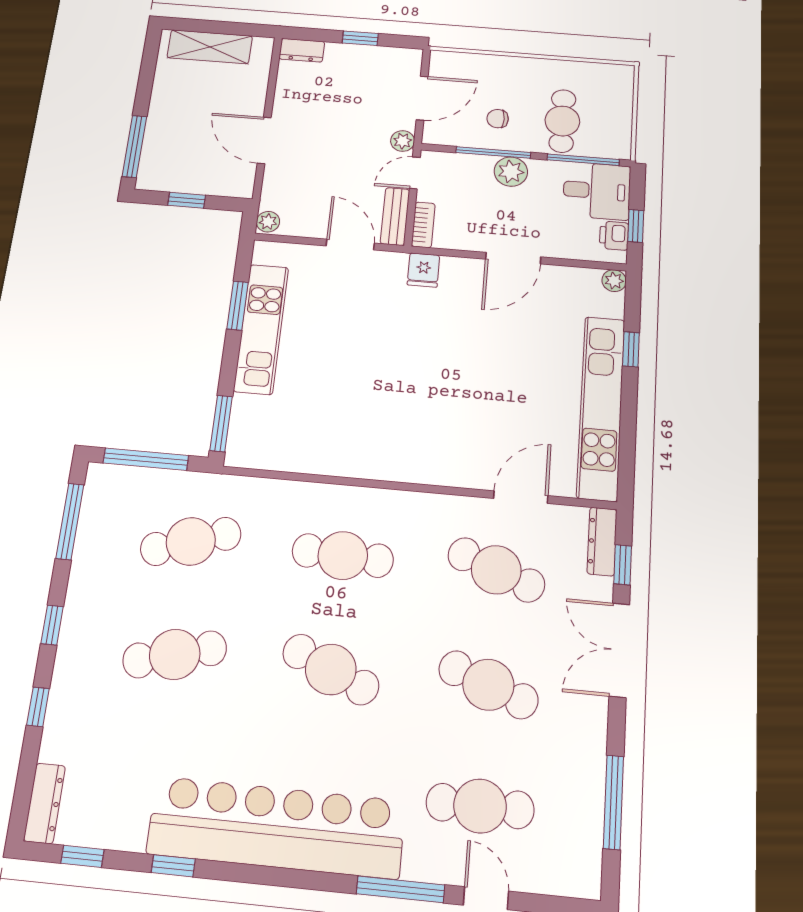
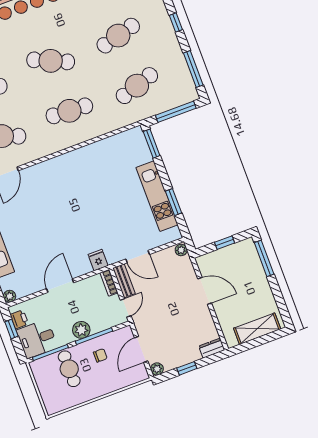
plant: (403, 141) -> (157, 369), moved

